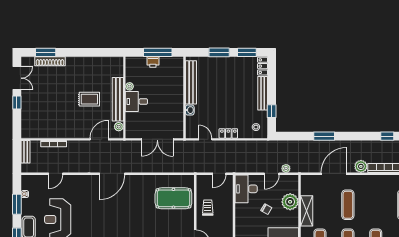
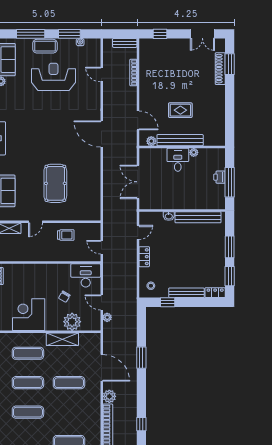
rug: (89, 99) -> (180, 110), turned 90
window: (17, 103) -> (160, 34), moved
pool table: (173, 198) -> (55, 183), moved

